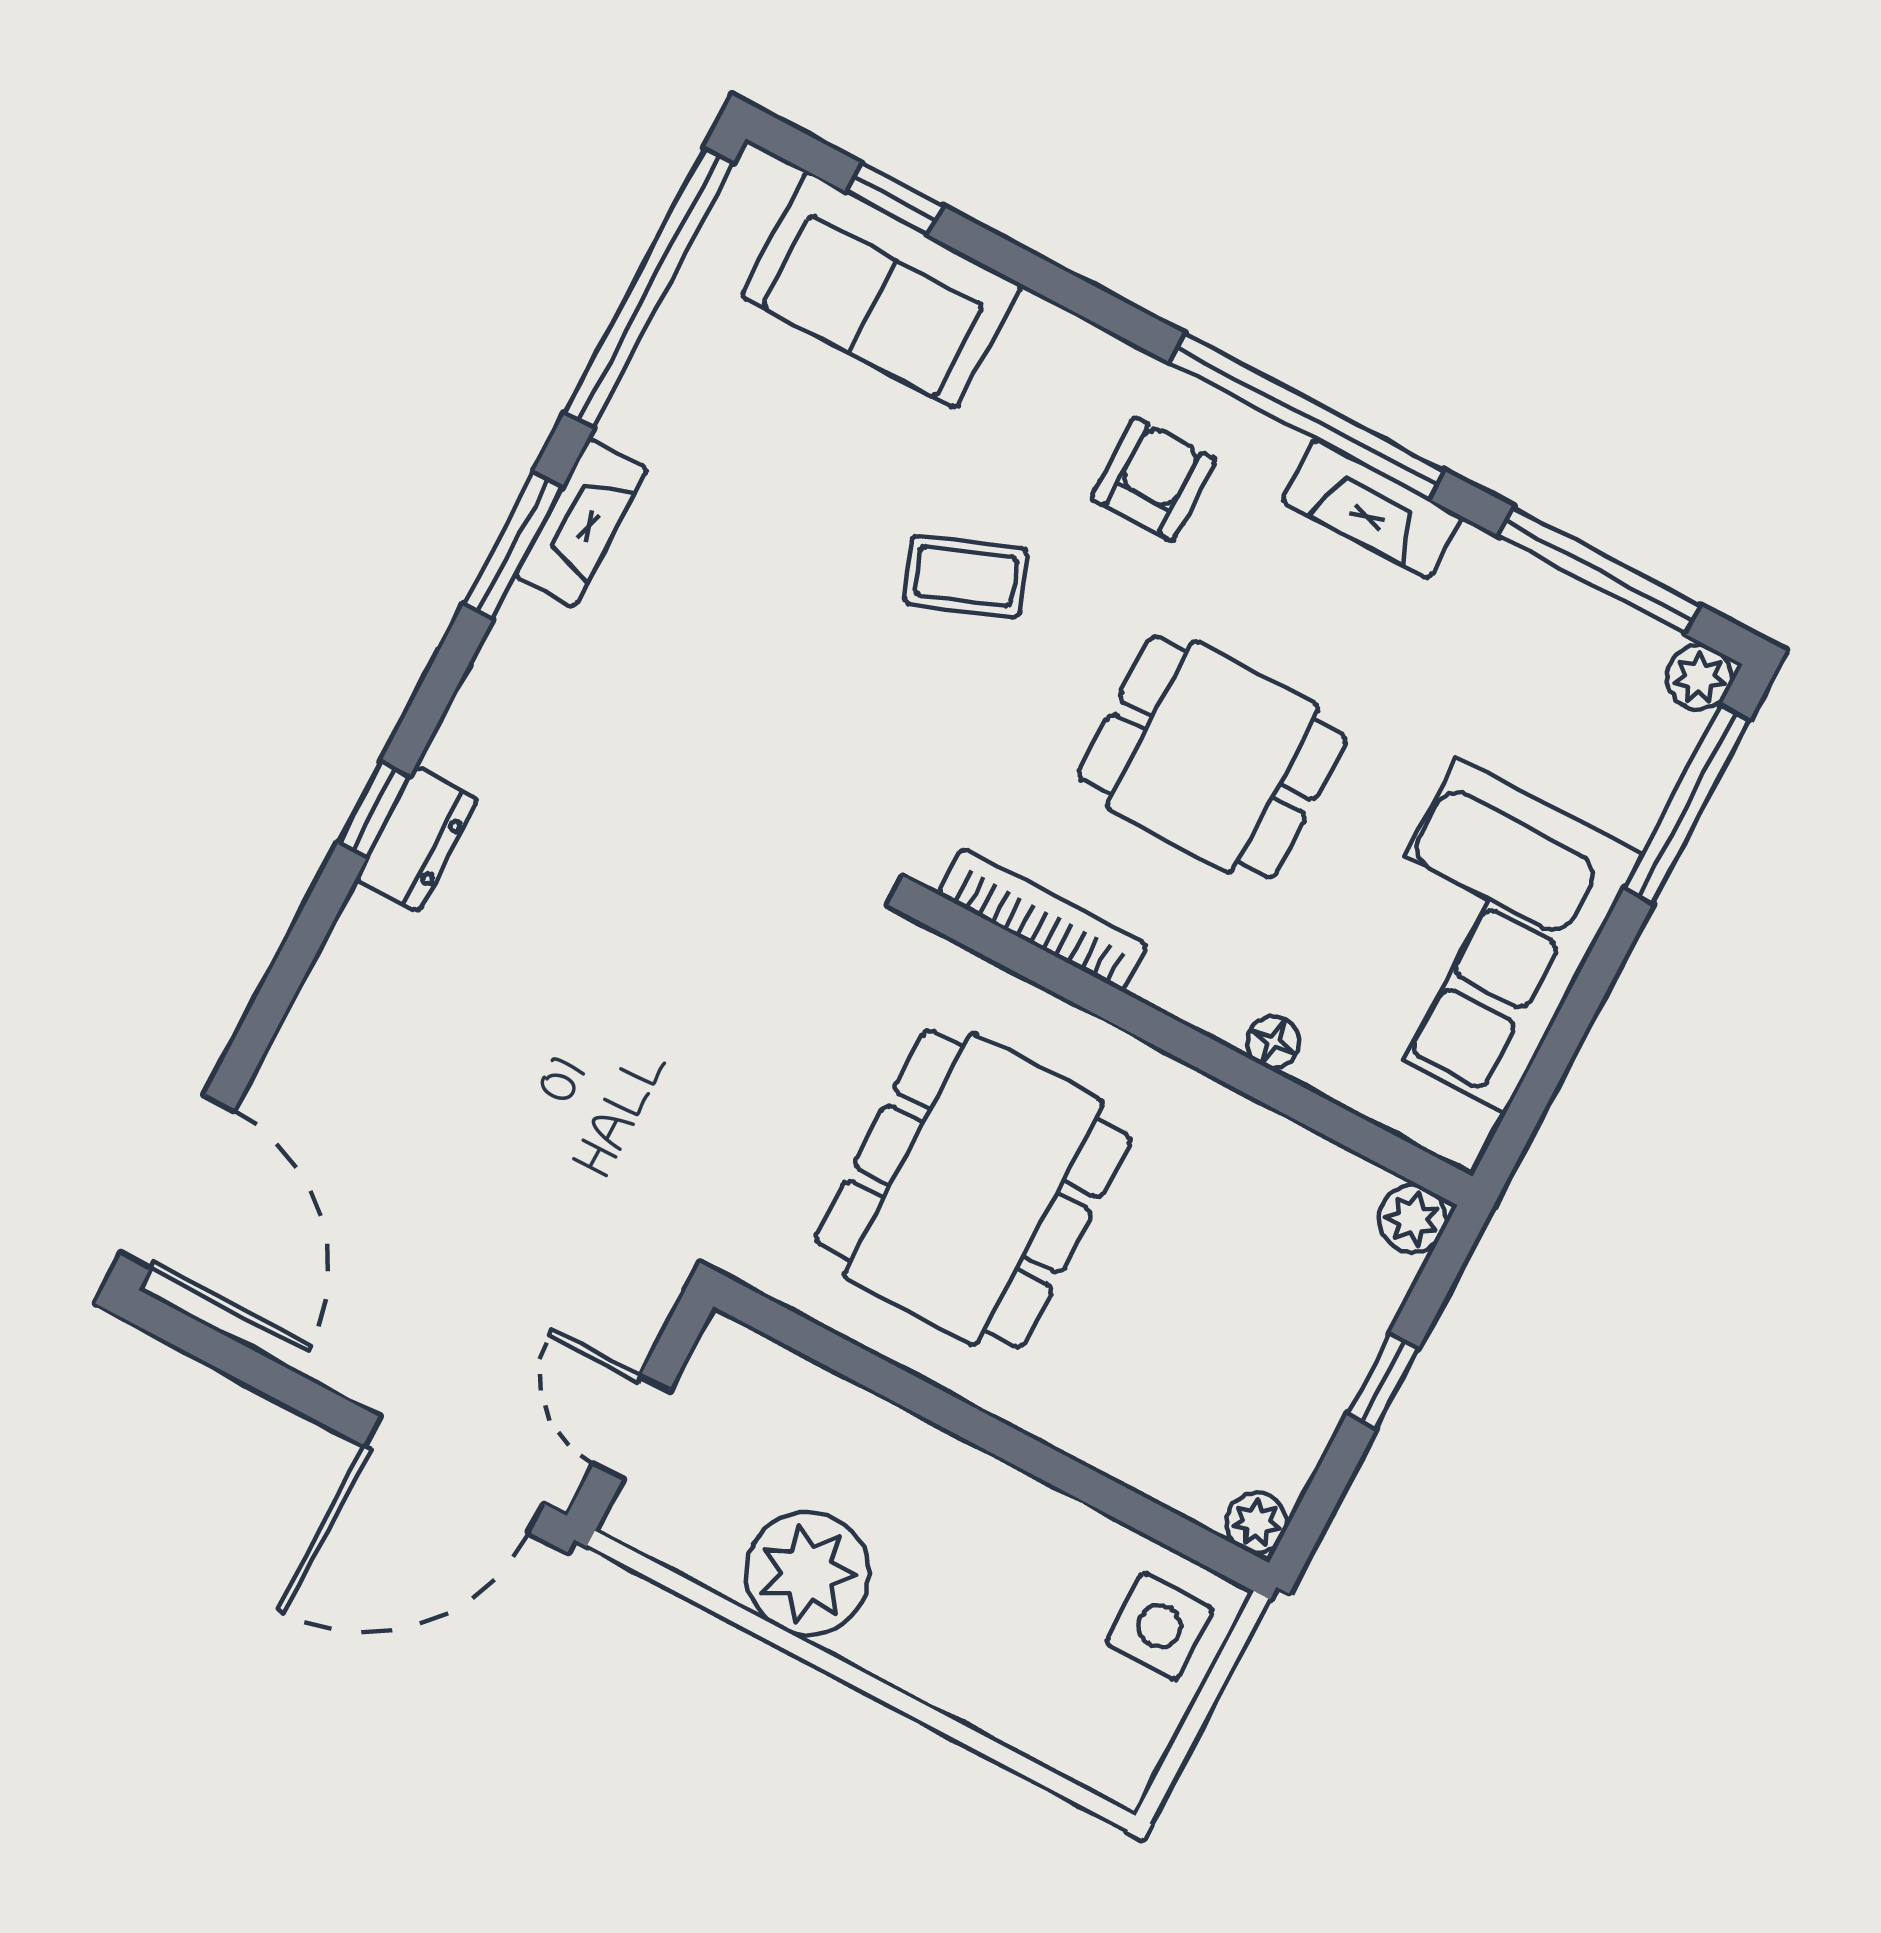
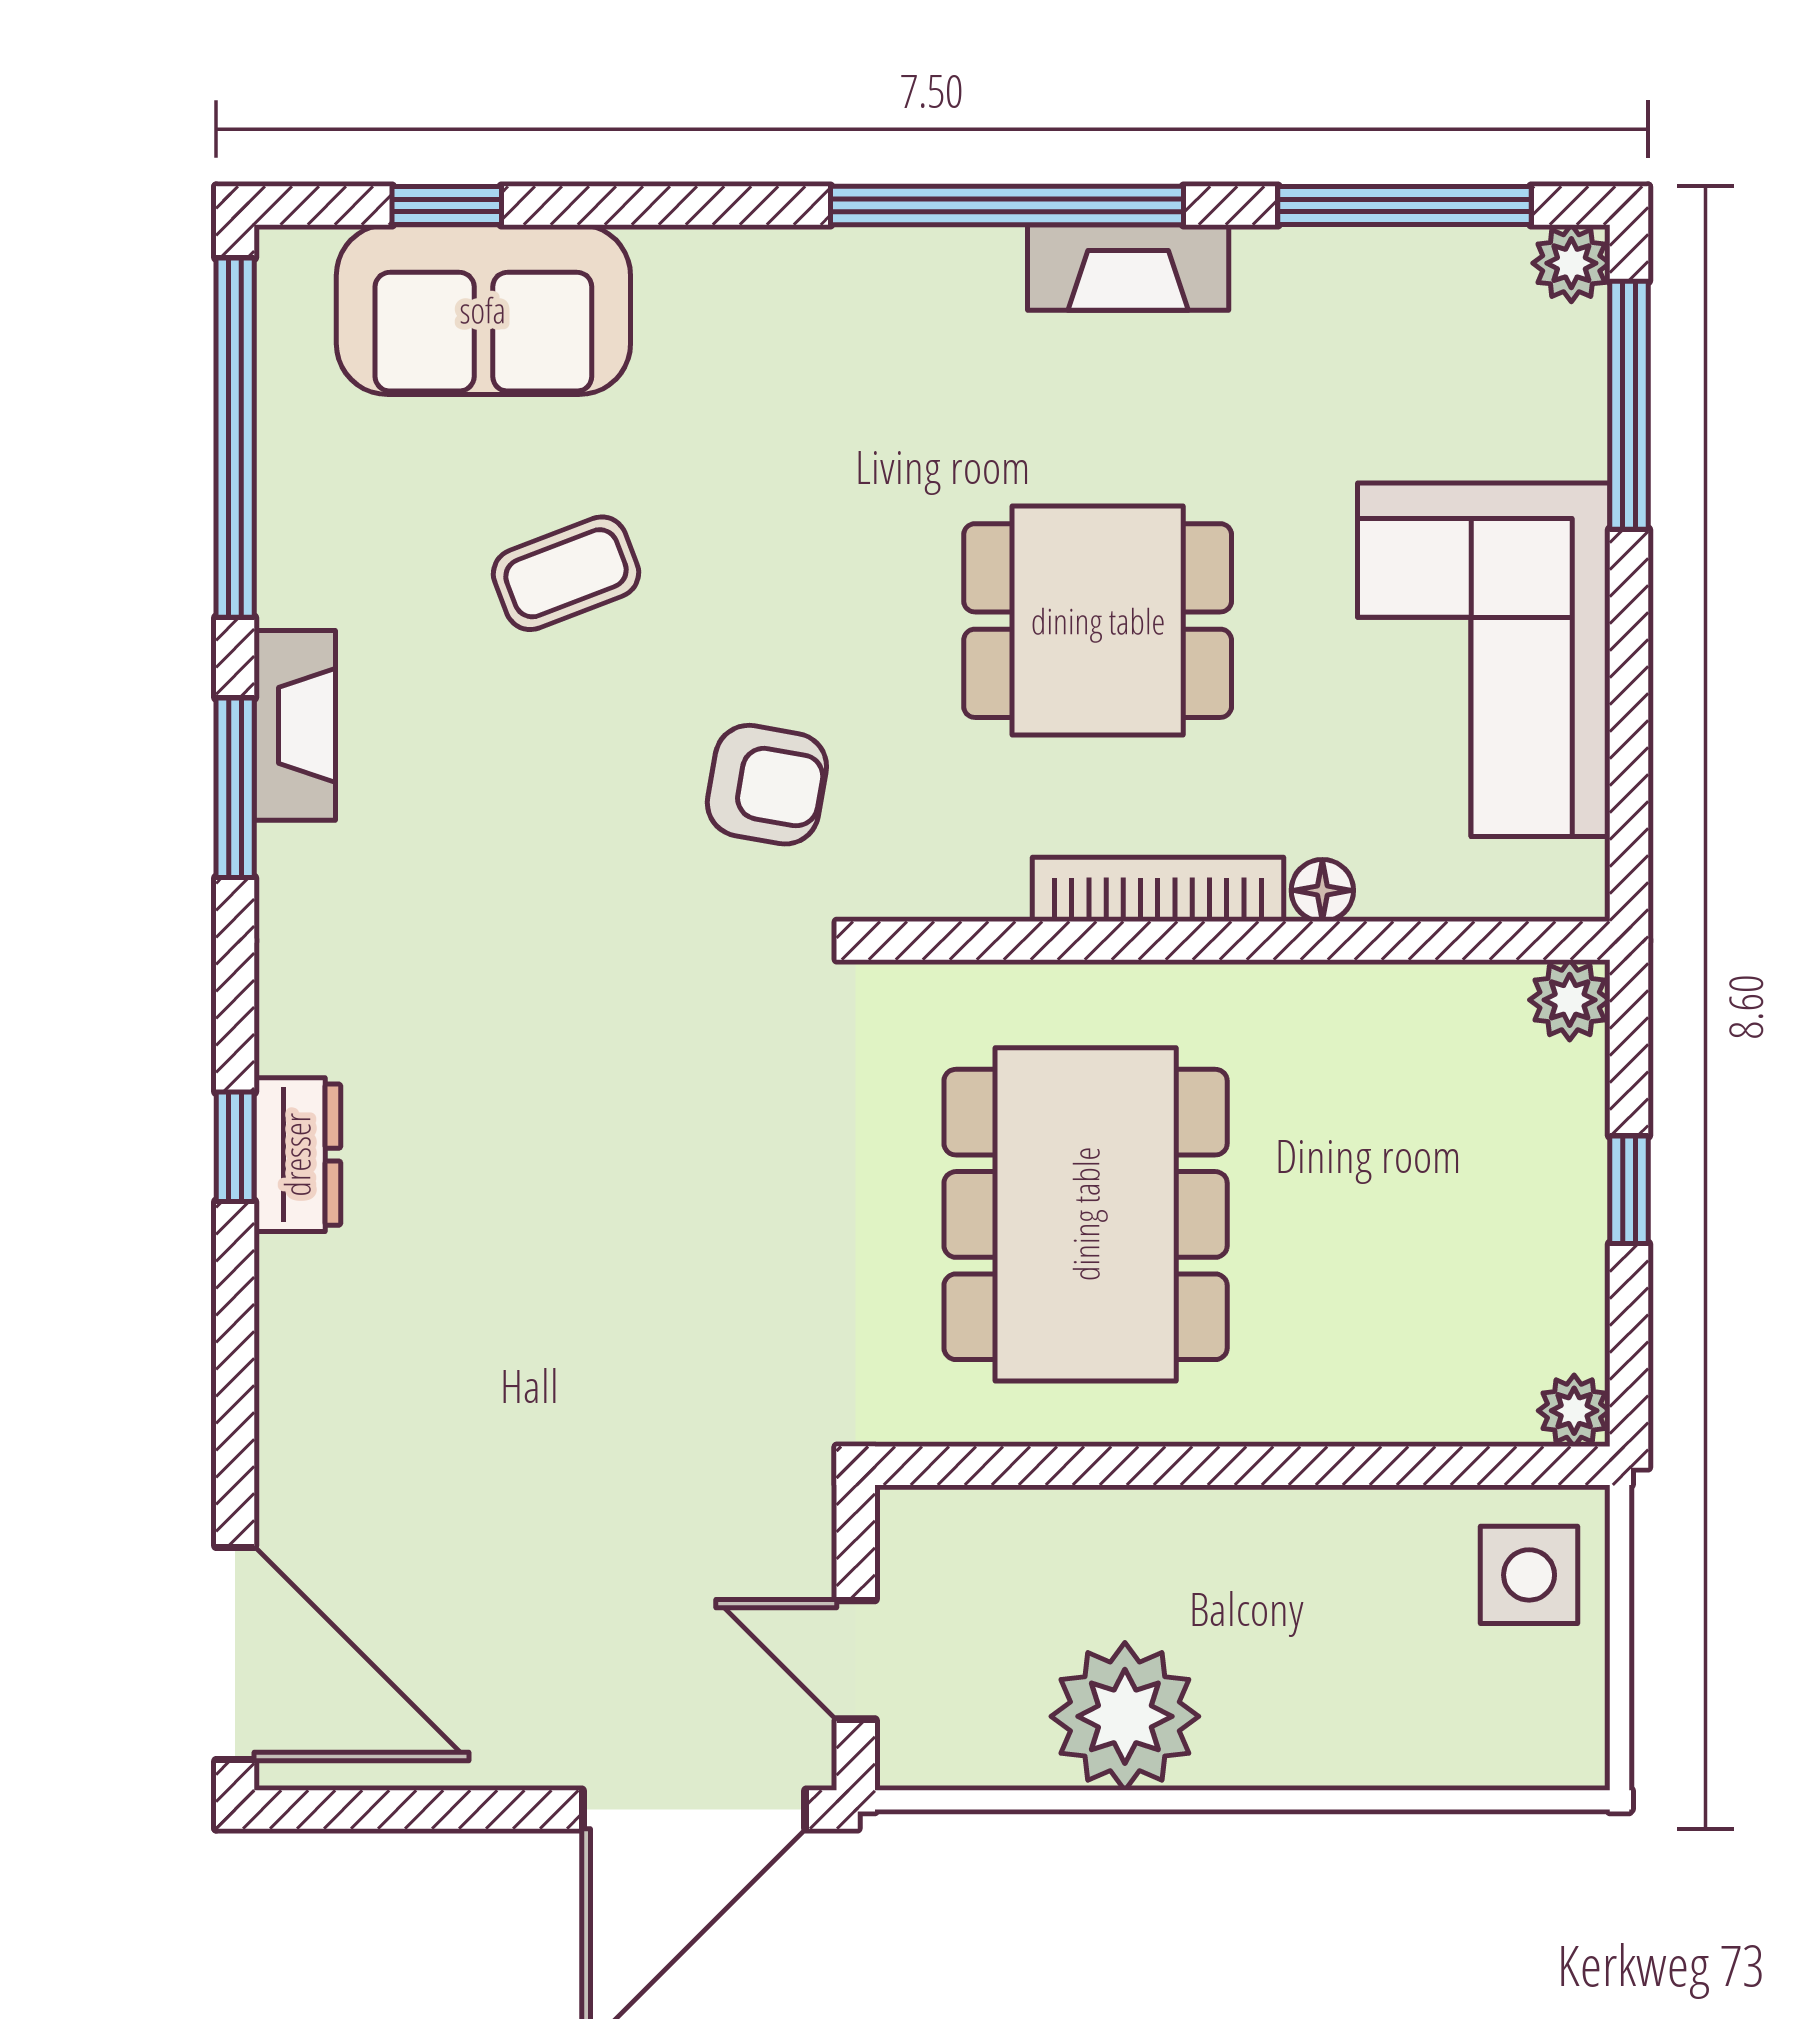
armchair: (1153, 479) -> (767, 785), moved, turned 100
coffee table: (966, 576) -> (566, 573), moved
bookcase: (1042, 920) -> (1158, 889), moved

